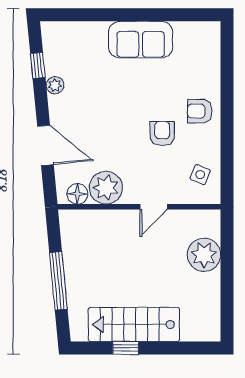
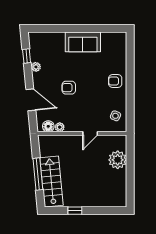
armchair: (162, 134) -> (69, 88), moved, turned -90
plant: (106, 188) -> (60, 127), width x0.53, depth x0.53
stairs: (134, 324) -> (51, 181), moved, turned 85

